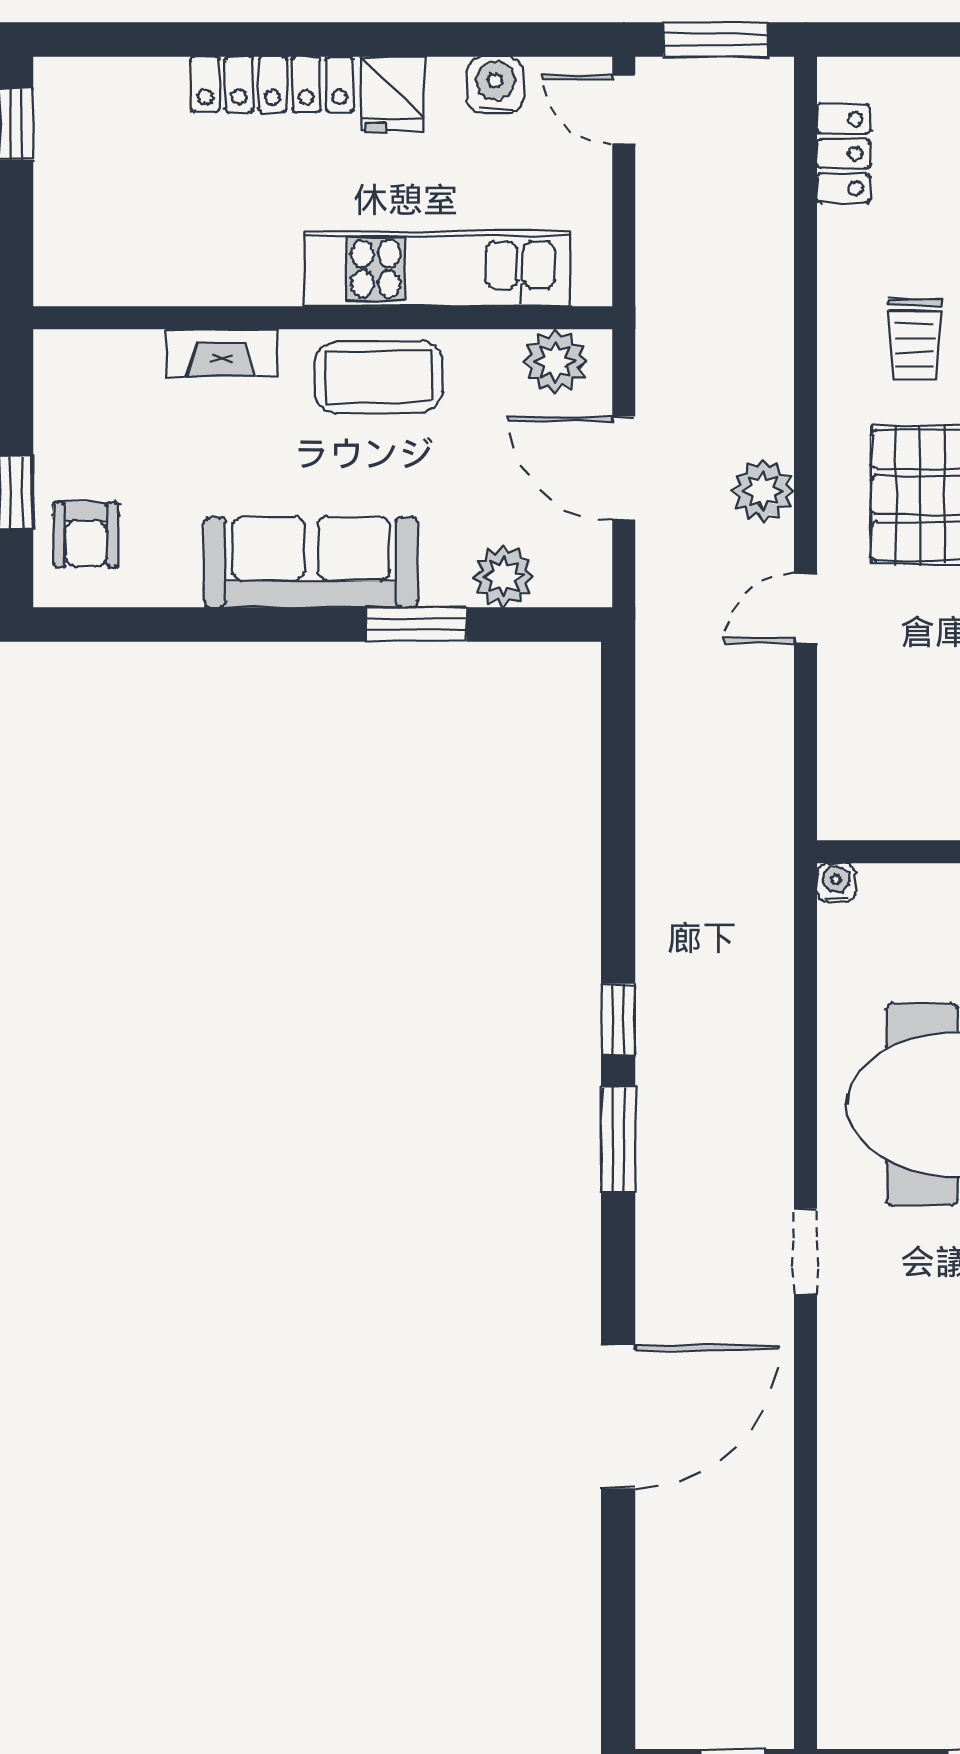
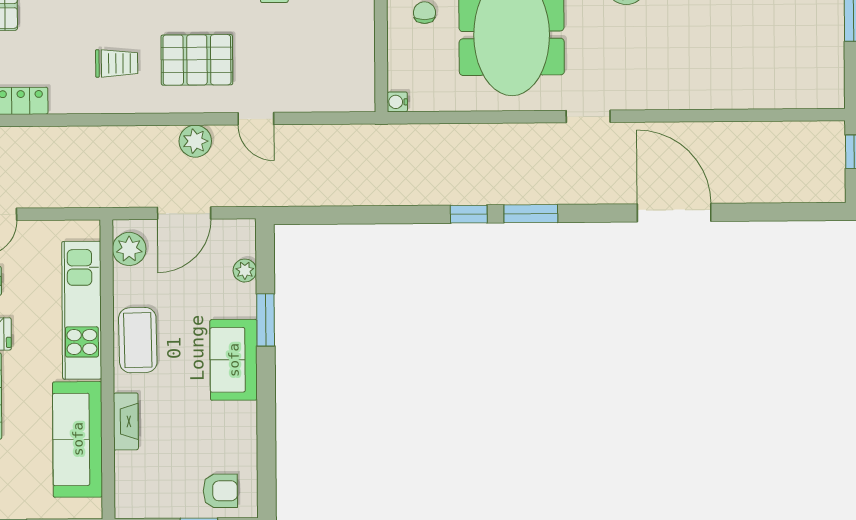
sofa: (187, 259) -> (78, 439), added
sofa: (311, 562) -> (234, 360), width x0.73
plant: (503, 577) -> (245, 271), width x0.73, depth x0.73

